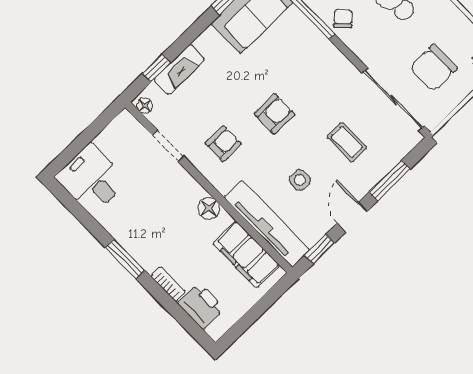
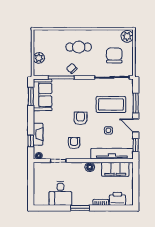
chair: (433, 68) -> (114, 55), turned 180
coffee table: (347, 142) -> (111, 105), width x1.86, depth x1.72
desk: (92, 179) -> (60, 193), moved, turned -90

